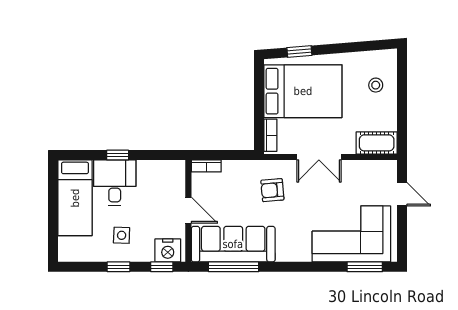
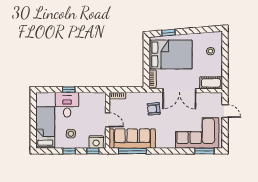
double door: (319, 157) -> (179, 91), width x1.37
bed: (75, 198) -> (45, 128), moved, turned 180

